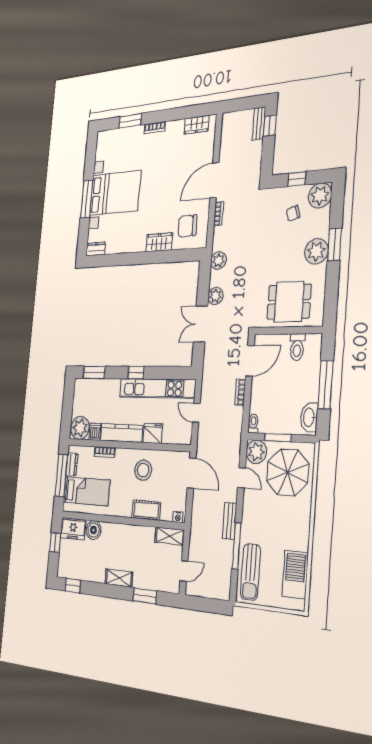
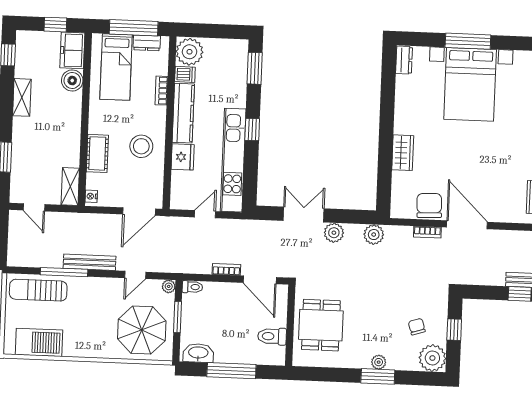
chair: (187, 226) -> (429, 205), moved
plant: (316, 251) -> (379, 362), width x0.53, depth x0.53
plant: (256, 452) -> (169, 286), width x0.53, depth x0.53
bench: (230, 521) -> (90, 262), width x1.36
shelving: (119, 578) -> (22, 97), moved

